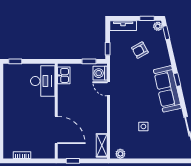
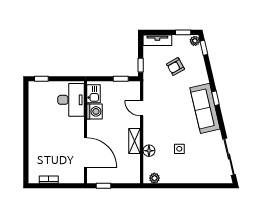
washing machine: (100, 73) -> (94, 111), moved, turned 180
floor lamp: (115, 128) -> (149, 151), added
shelving: (102, 145) -> (134, 141), moved

